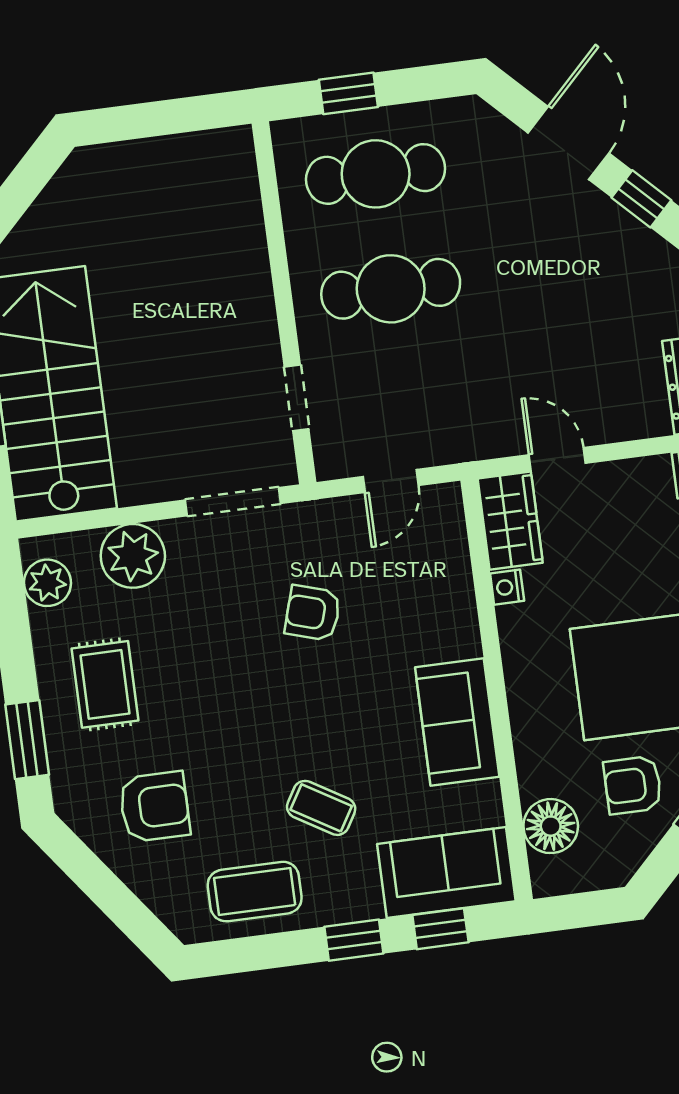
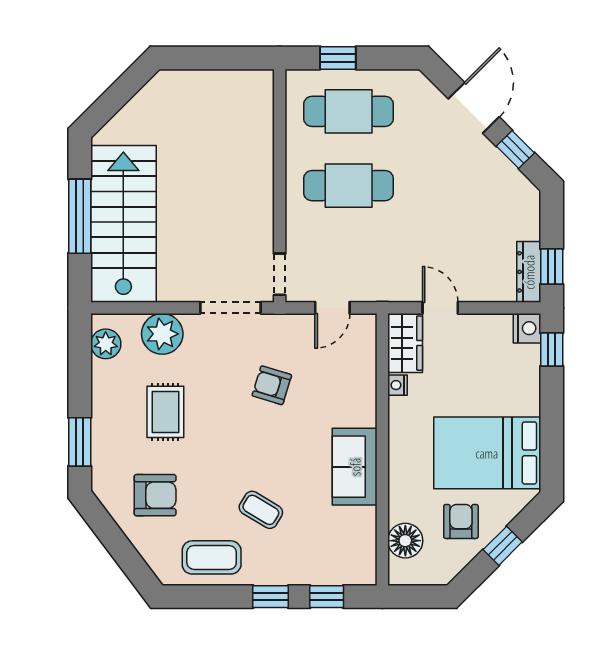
doorway: (297, 398) -> (280, 274), moved
rug: (105, 684) -> (165, 412), moved
armchair: (633, 785) -> (461, 521), turned 90
sofa: (446, 873) -> (335, 561), removed

